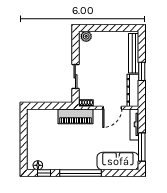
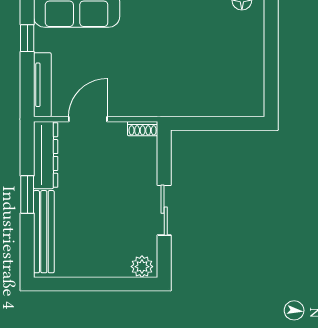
sliding door: (75, 76) -> (164, 210), moved
piano: (76, 116) -> (164, 101), removed
window: (142, 147) -> (27, 38), width x0.46

